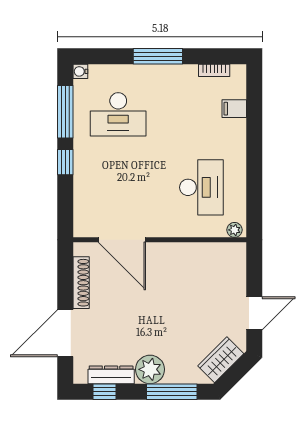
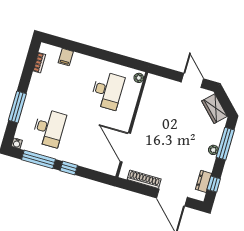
window: (158, 56) -> (17, 107), moved
desk: (201, 187) -> (107, 90), turned 90
door: (122, 240) -> (125, 147), swing flipped
plant: (150, 369) -> (213, 150), width x0.53, depth x0.53
dresser: (111, 375) -> (203, 181), width x0.70

